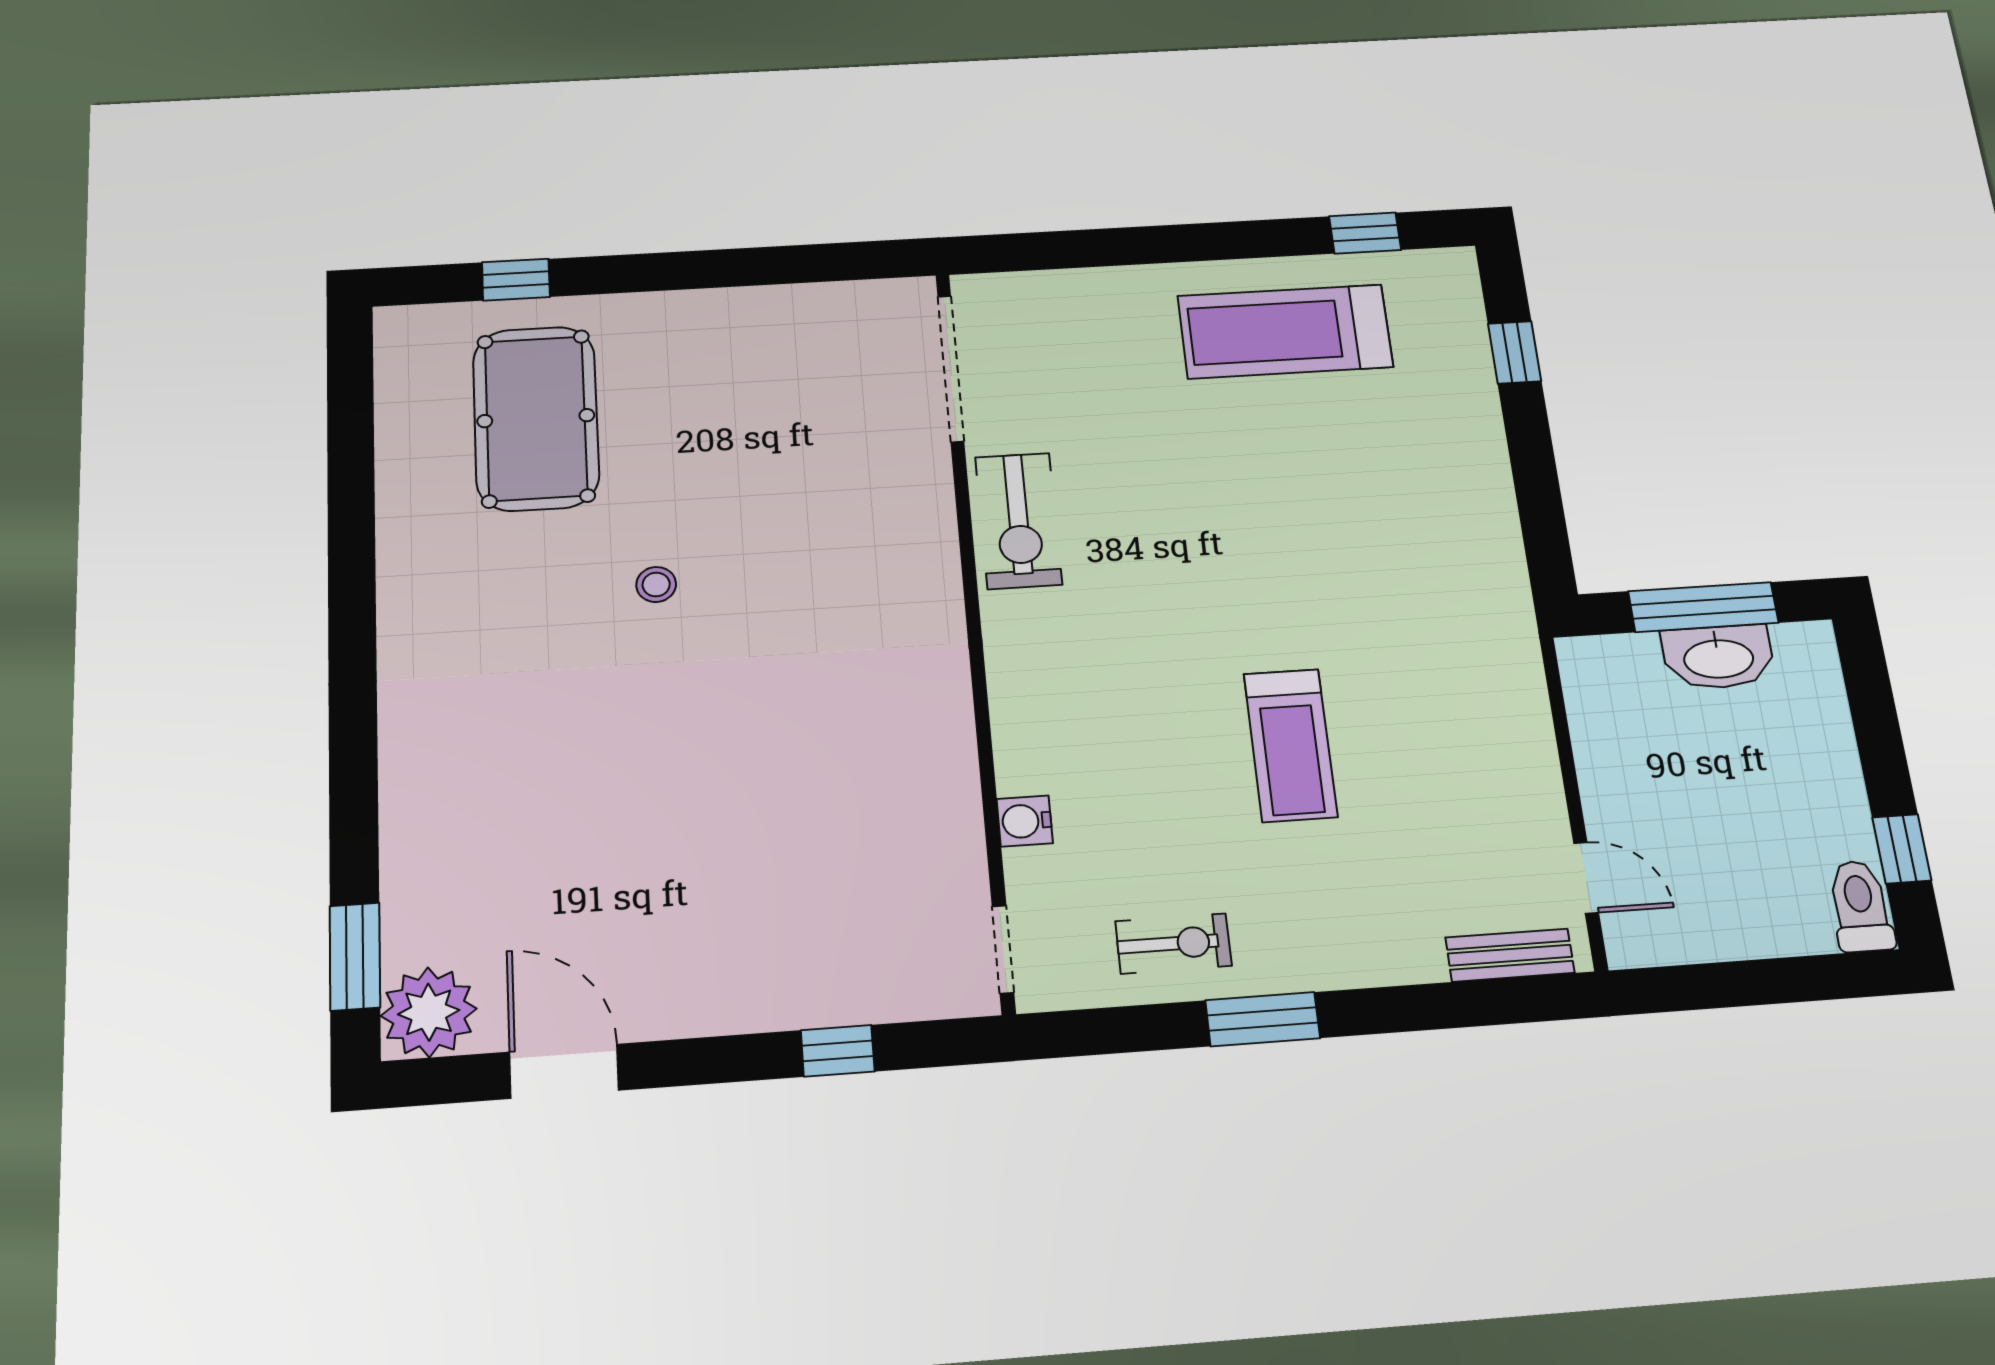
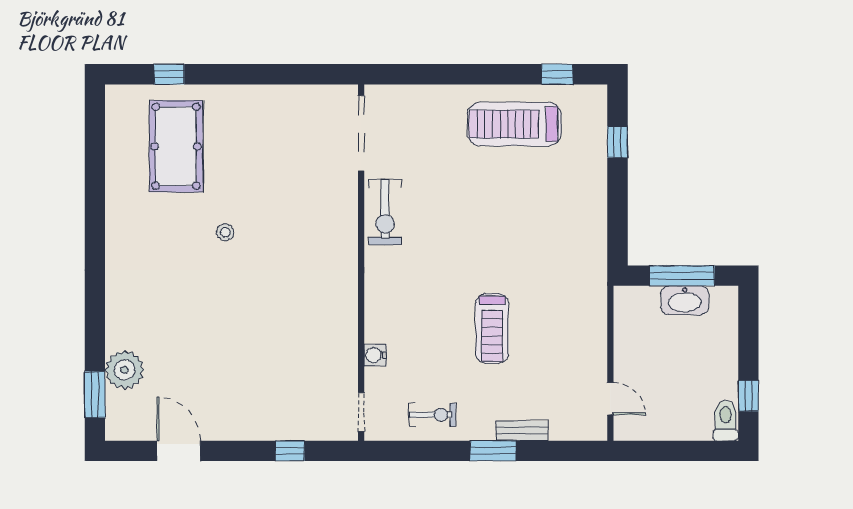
bench: (1510, 955) -> (522, 431), moved
plant: (429, 1012) -> (125, 370), moved
window: (1263, 1019) -> (493, 451), moved

